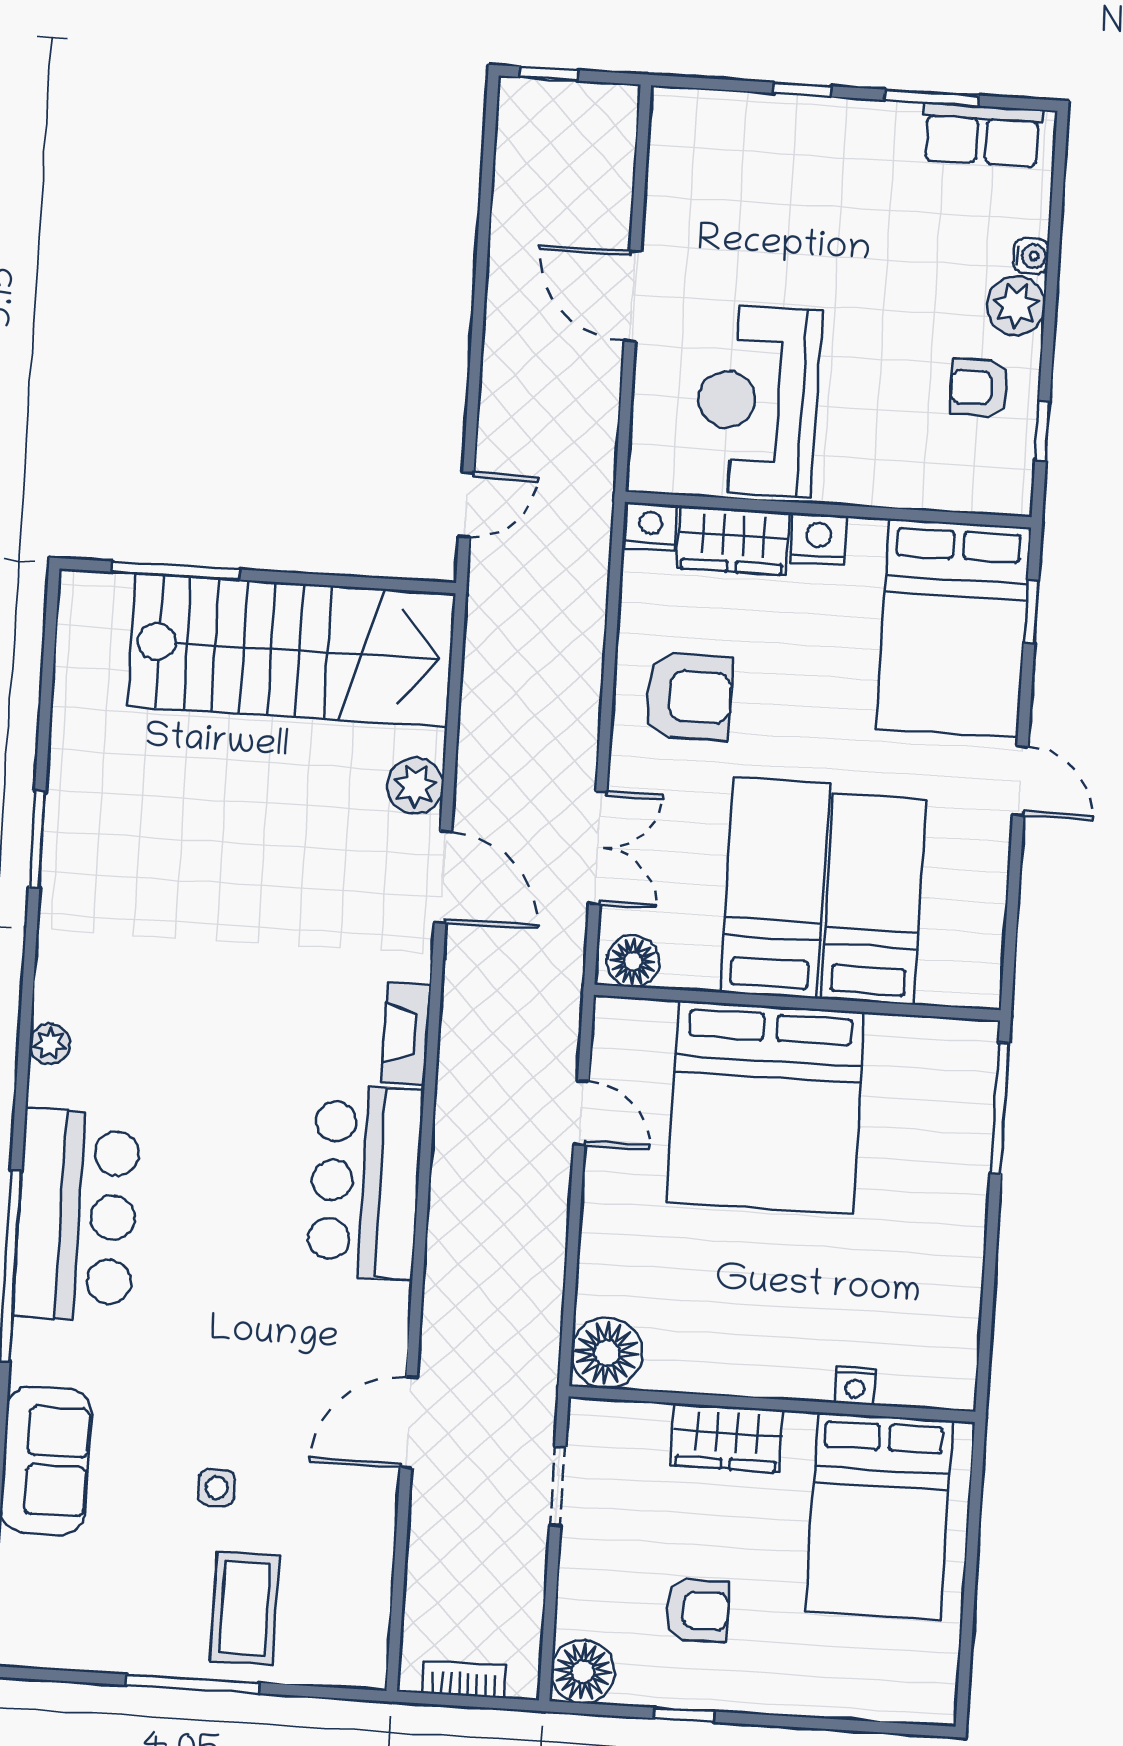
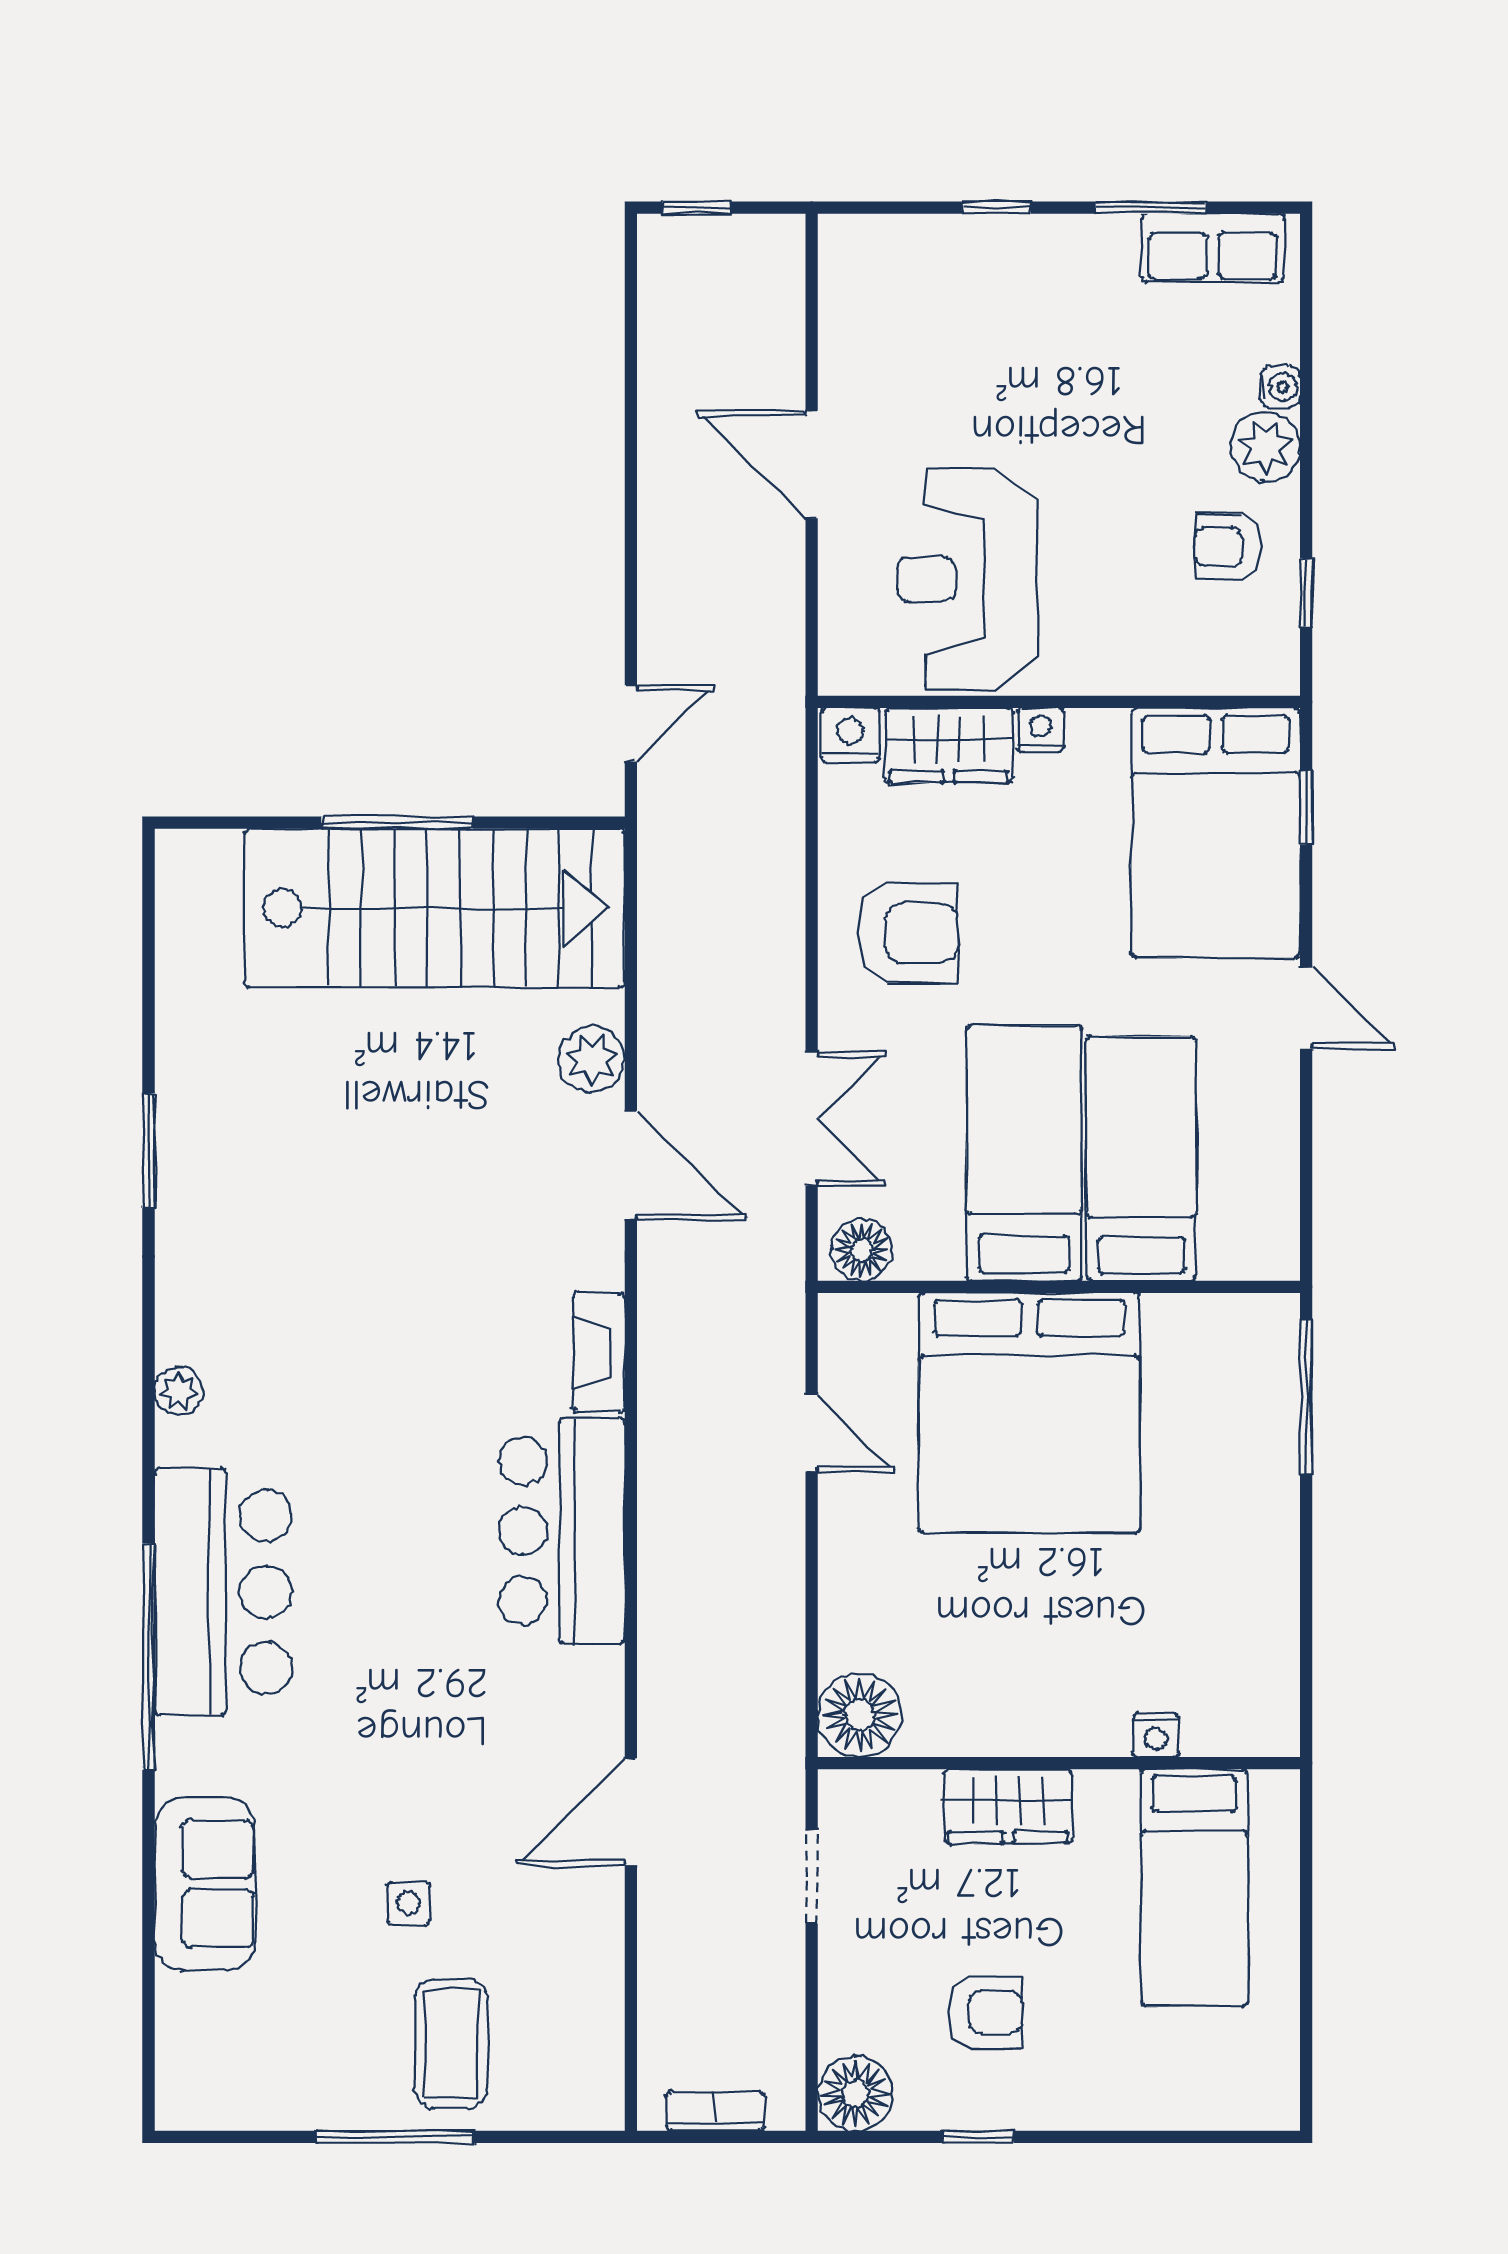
nightstand: (819, 539) -> (1041, 730), width x0.72, depth x0.74
window: (176, 571) -> (397, 823), moved
bed: (879, 1516) -> (1194, 1888), width x0.67

